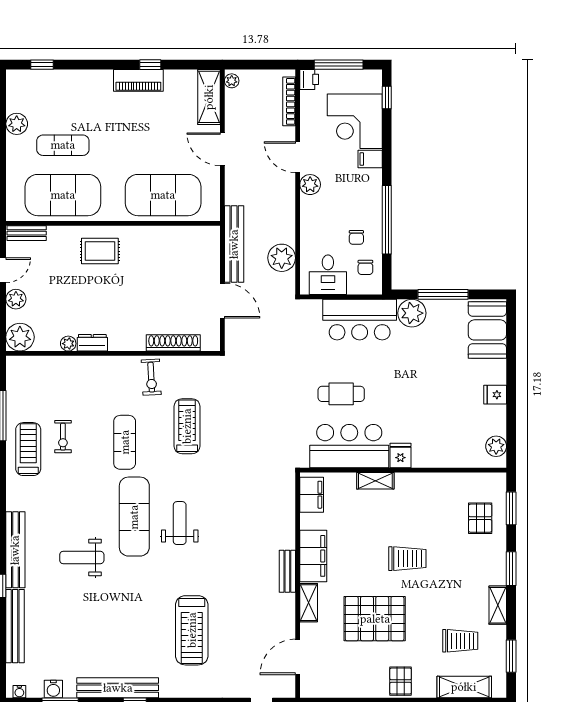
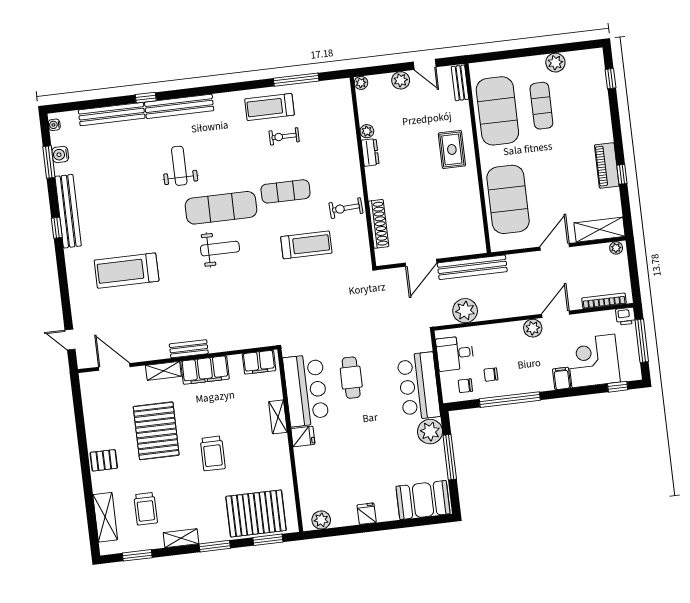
plant: (20, 337) -> (361, 83), width x0.53, depth x0.53
treadmill: (28, 449) -> (269, 107), turned 180
pallet: (480, 518) -> (256, 513), width x2.05, depth x2.00

